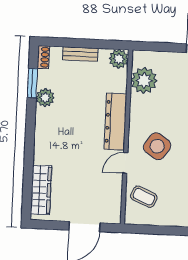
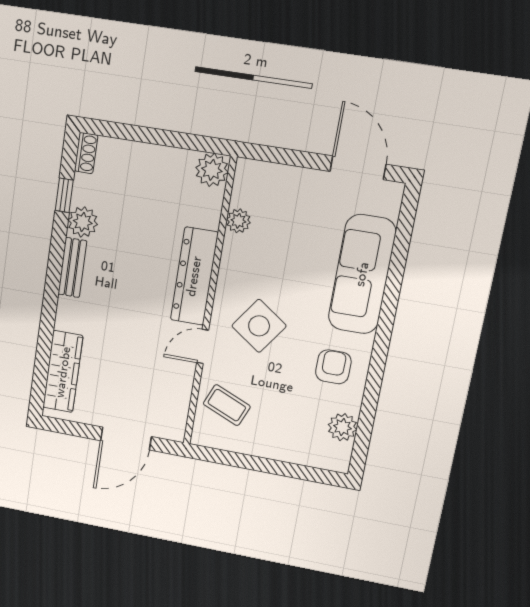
bench: (80, 54) -> (72, 268), moved, turned 90
plant: (144, 80) -> (238, 221), width x0.53, depth x0.53
window: (32, 83) -> (64, 195), width x0.67

